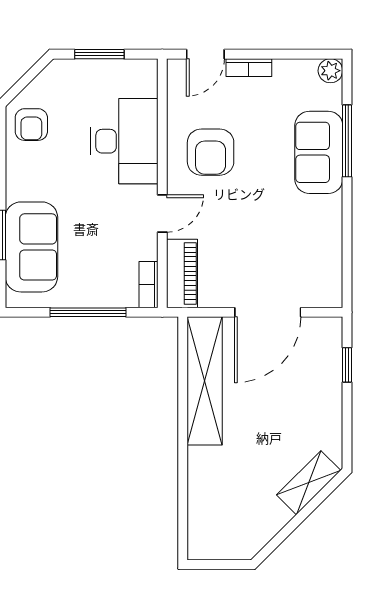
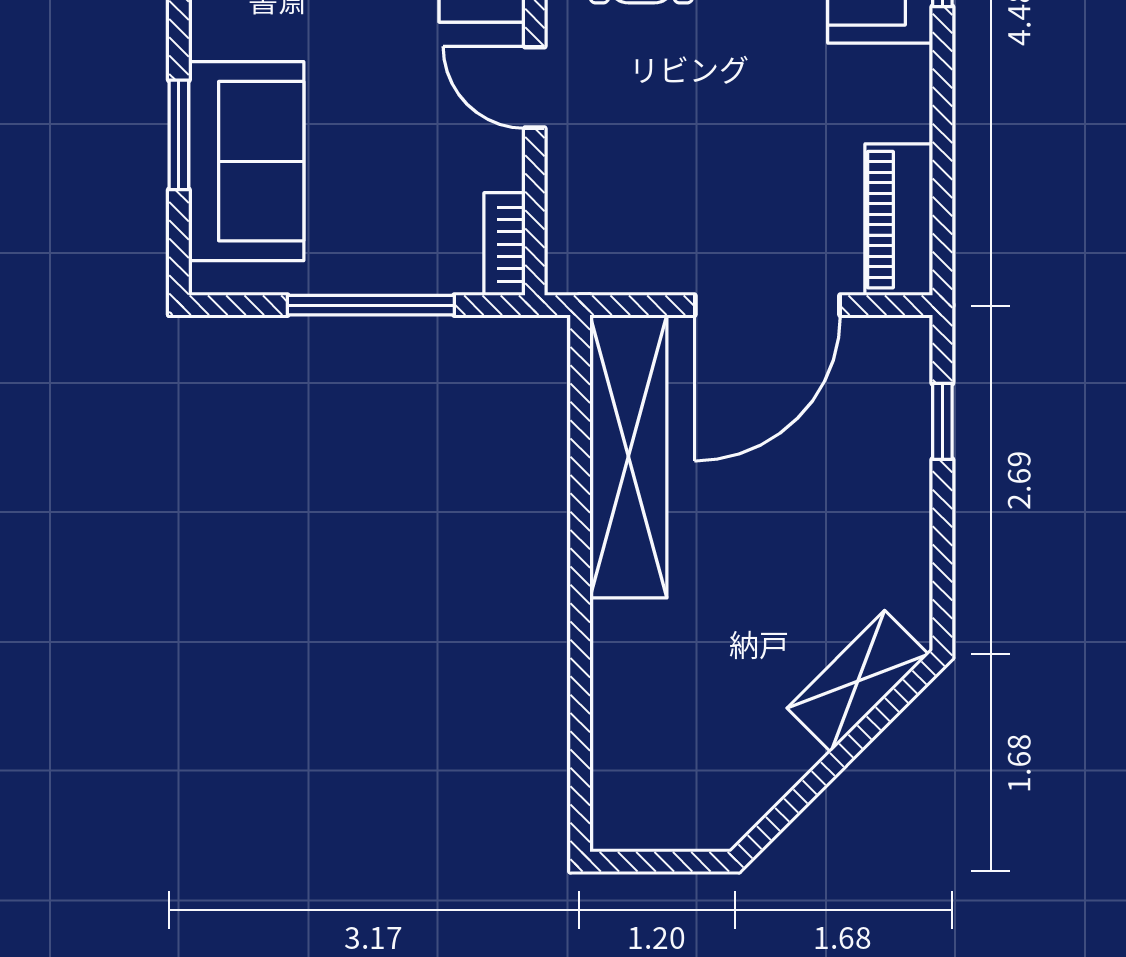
door: (162, 214) -> (535, 87), swing flipped
piano: (182, 273) -> (899, 220), moved, turned 180

